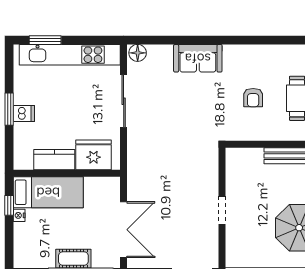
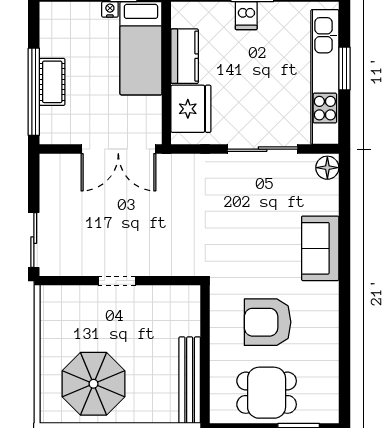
window: (45, 40) -> (344, 68), moved
armchair: (253, 98) -> (268, 322), width x1.88, depth x1.88
double door: (124, 230) -> (118, 149), moved

